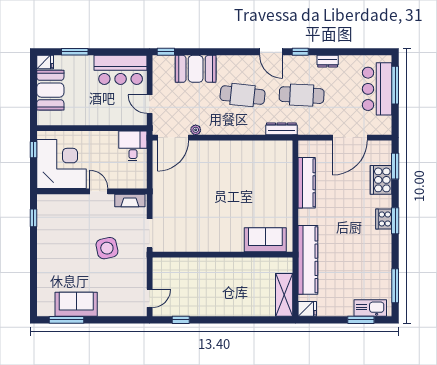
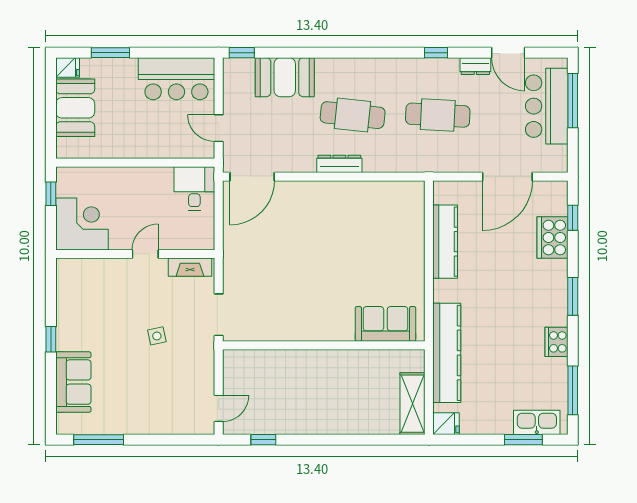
door: (271, 52) -> (508, 53), moved
dresser: (281, 129) -> (339, 164), moved
plant: (196, 130) -> (285, 165), removed
corner desk: (62, 164) -> (82, 224), width x0.74, depth x0.74
window: (395, 166) -> (573, 218), width x0.67
door: (99, 191) -> (145, 254), hinge flipped
window: (34, 218) -> (51, 339), moved
cooker: (384, 219) -> (556, 342), moved
side table: (107, 248) -> (157, 336), width x0.54, depth x0.54
sofa: (76, 304) -> (73, 382), moved, turned 90

